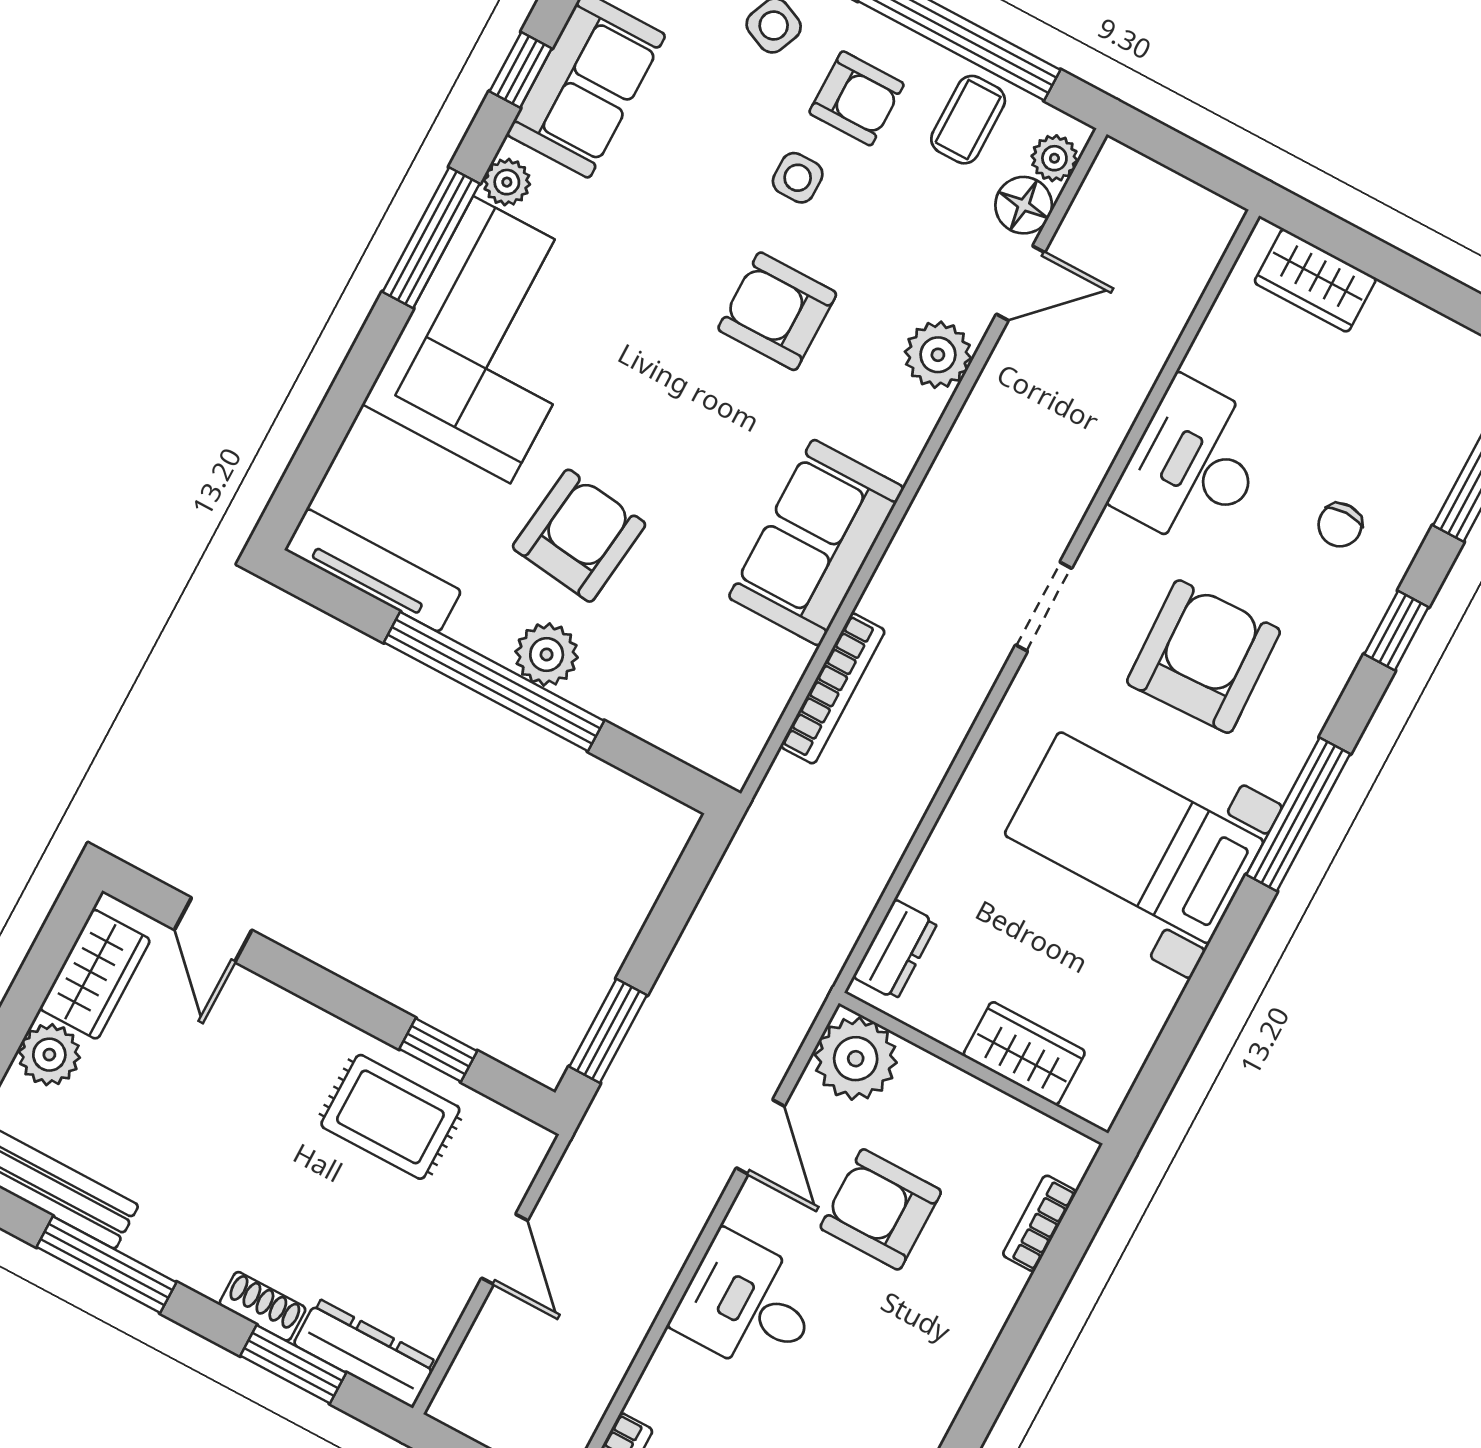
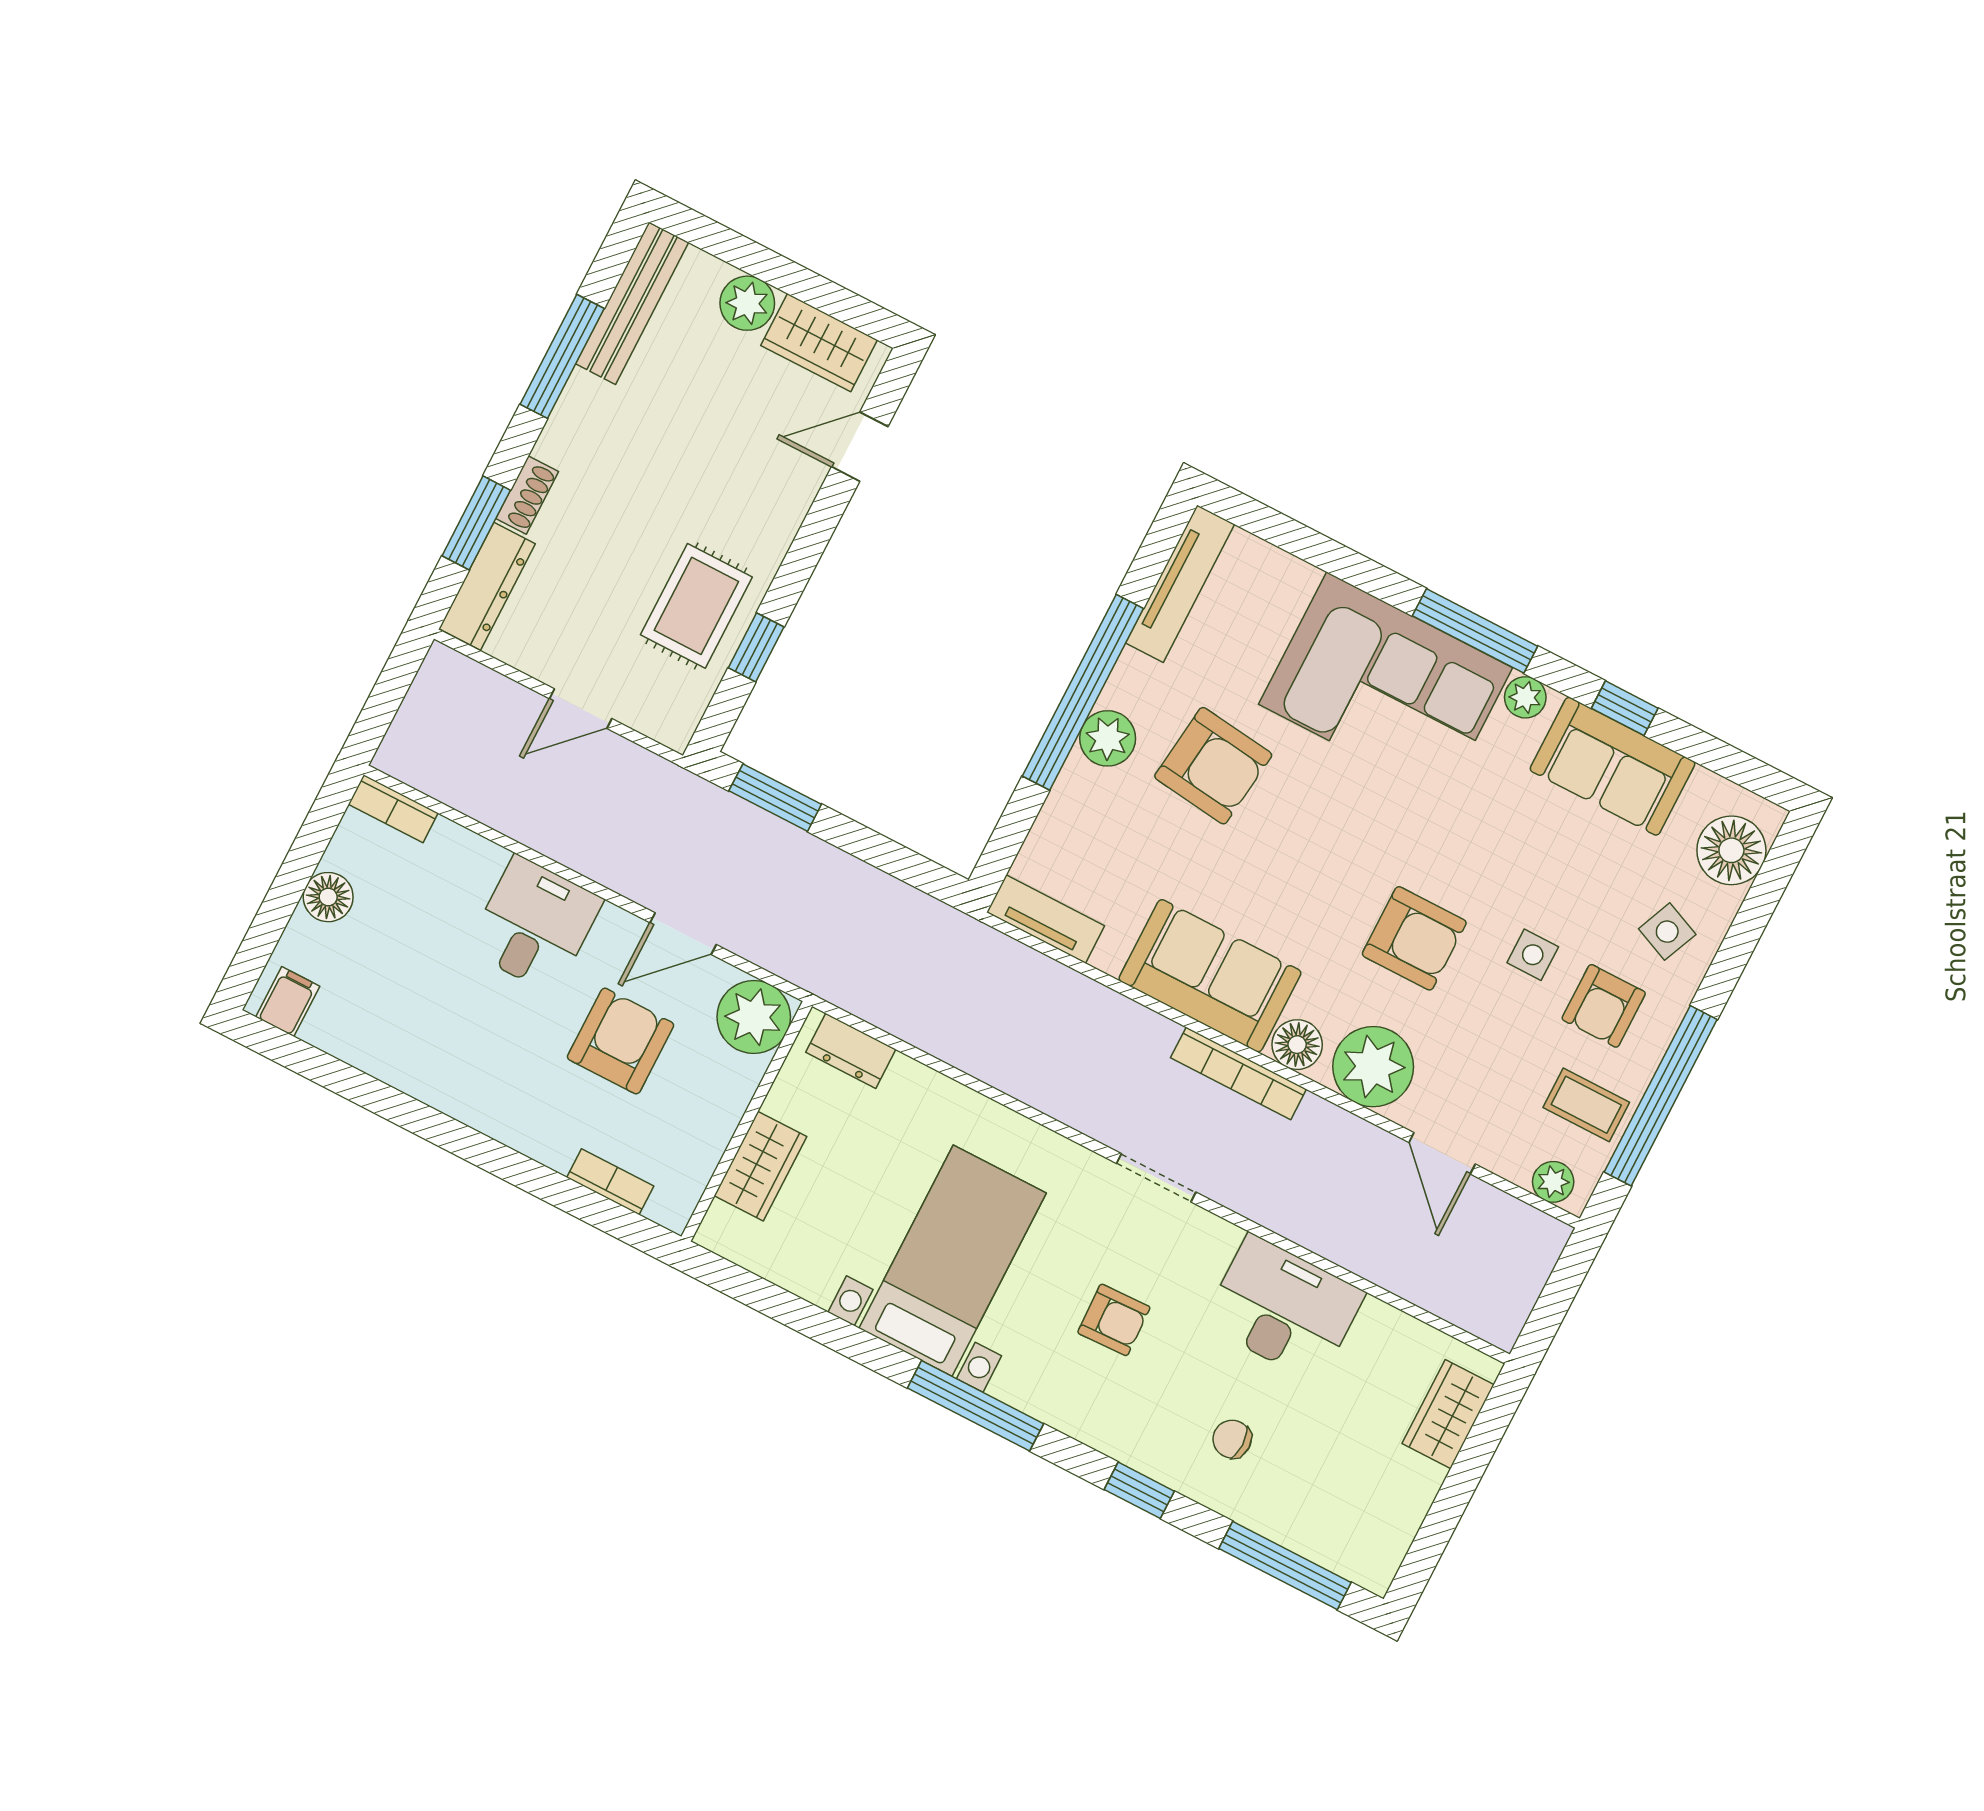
floor lamp: (1024, 205) -> (1297, 1045), moved
armchair: (777, 311) -> (1414, 938), turned 90
plant: (938, 355) -> (1373, 1067), width x1.36, depth x1.36
armchair: (1204, 657) -> (1114, 1320), width x0.53, depth x0.53
bookcase: (833, 688) -> (1238, 1073), moved
tv unit: (750, 727) -> (1046, 919), added

